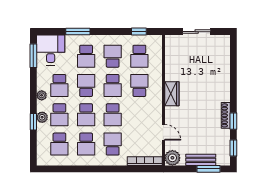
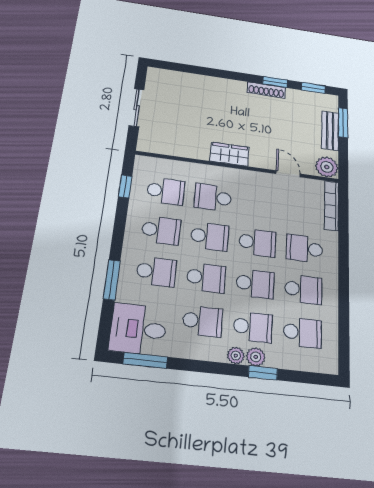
school desk: (113, 56) -> (161, 230), turned 180
school desk: (86, 85) -> (206, 278), turned 180
plant: (42, 95) -> (236, 356), moved
door: (163, 132) -> (288, 174), hinge flipped

